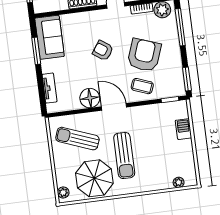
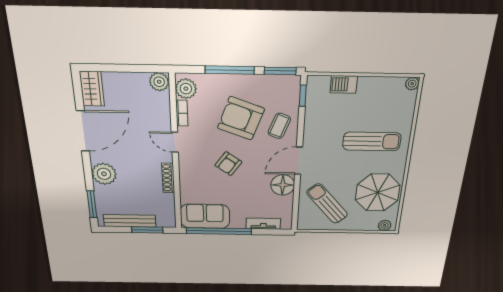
window: (180, 27) -> (230, 70), moved
window: (36, 51) -> (219, 231), width x2.11
sun lounger: (77, 139) -> (327, 204), turned 118
sun lounger: (124, 155) -> (372, 141), moved
plant: (179, 182) -> (412, 84), moved

